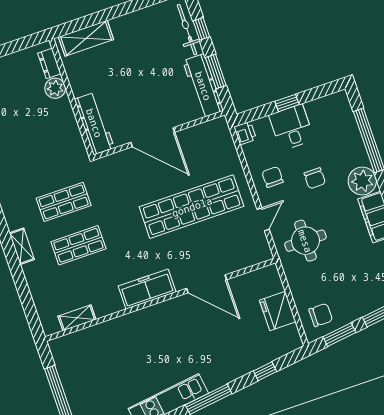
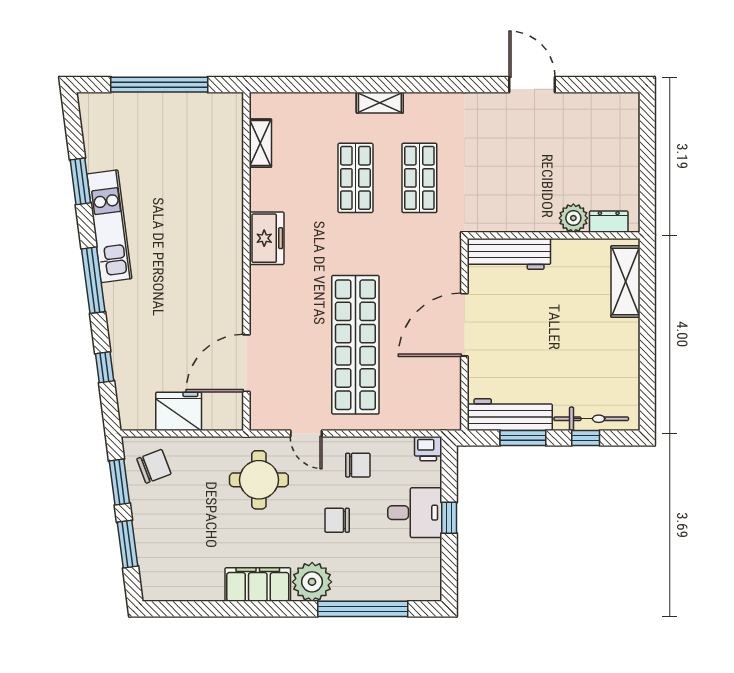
door: (207, 284) -> (246, 363), moved
freezer: (147, 289) -> (267, 238), width x0.71
chair: (321, 315) -> (154, 466), turned -111

